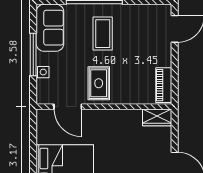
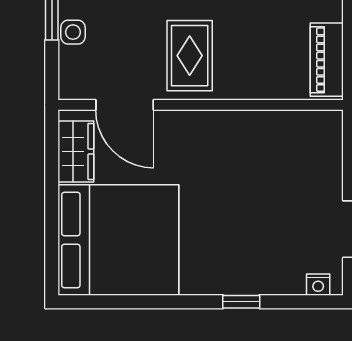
wardrobe: (157, 117) -> (76, 152), moved, turned -90

